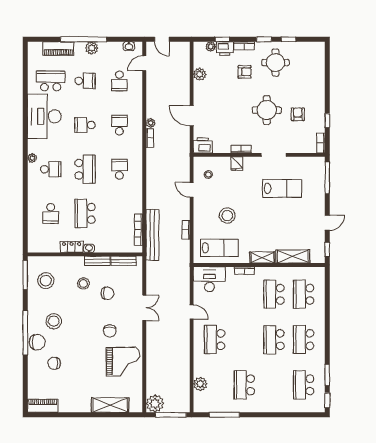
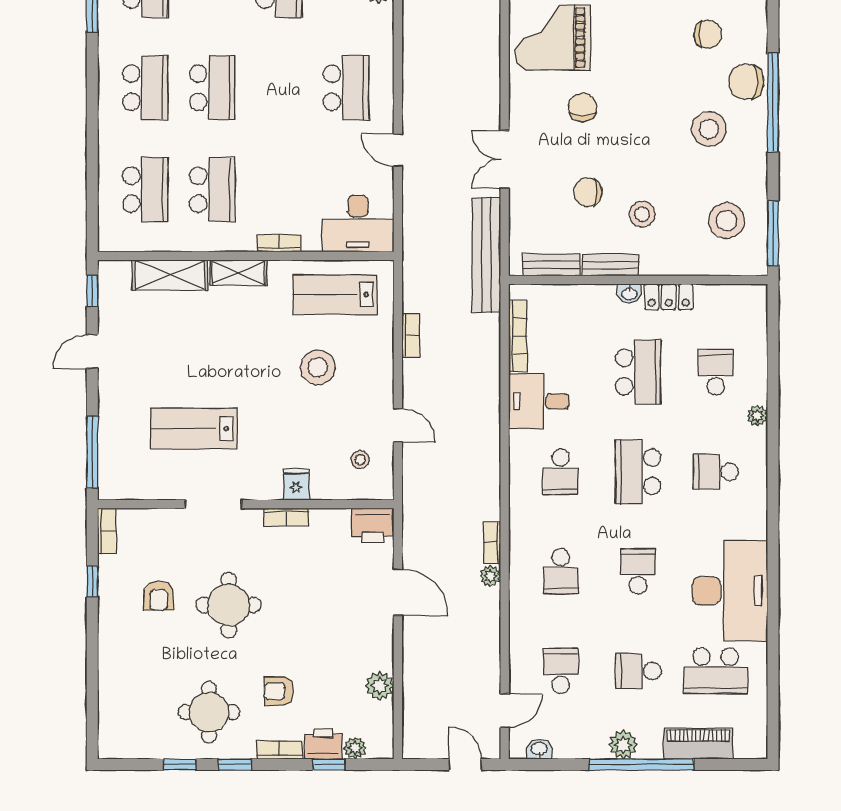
school desk: (85, 125) -> (638, 571), turned -90
plant: (32, 158) -> (757, 416), moved
desk: (129, 200) -> (539, 401), added
bench: (152, 235) -> (486, 255), moved

